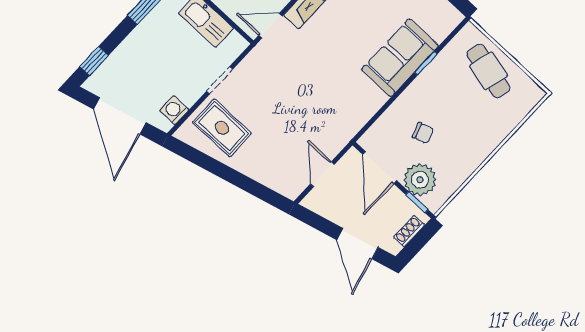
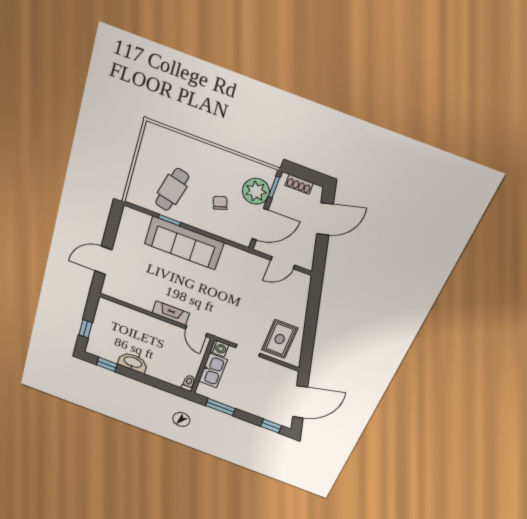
sofa: (400, 58) -> (184, 243), width x1.36
cafe table: (489, 71) -> (172, 190), moved
washing machine: (174, 110) -> (219, 348), moved, turned -90

